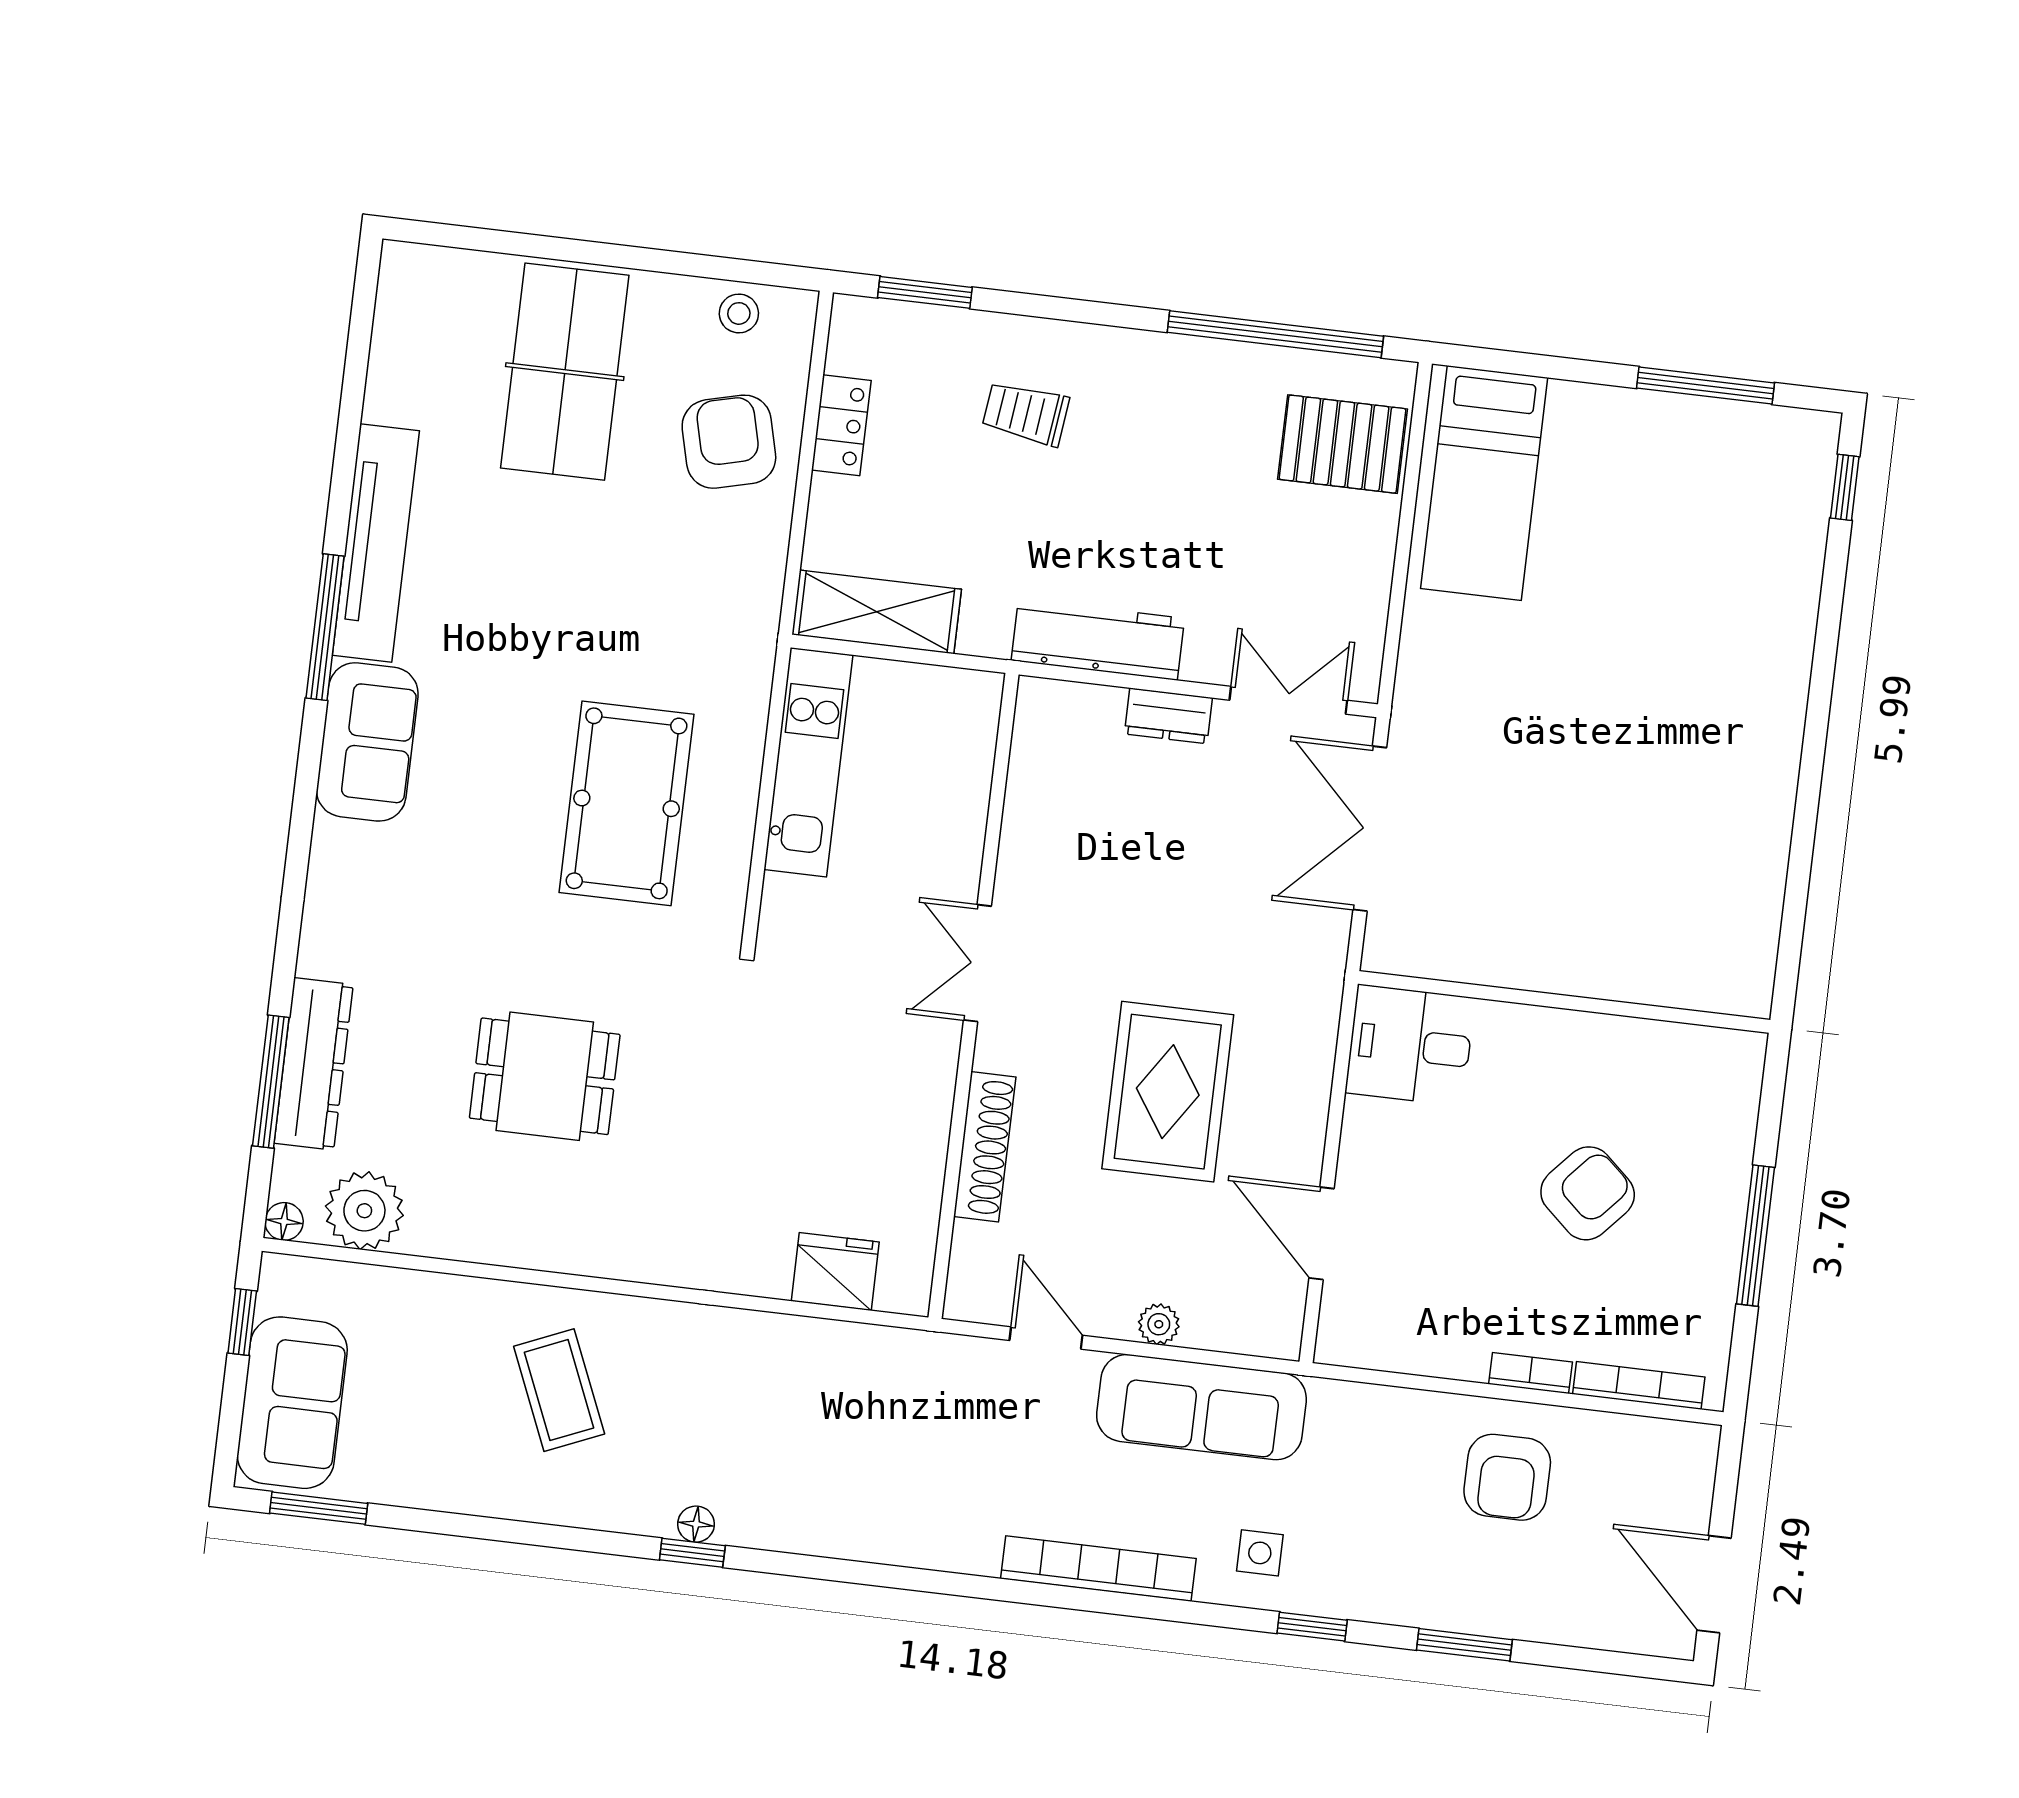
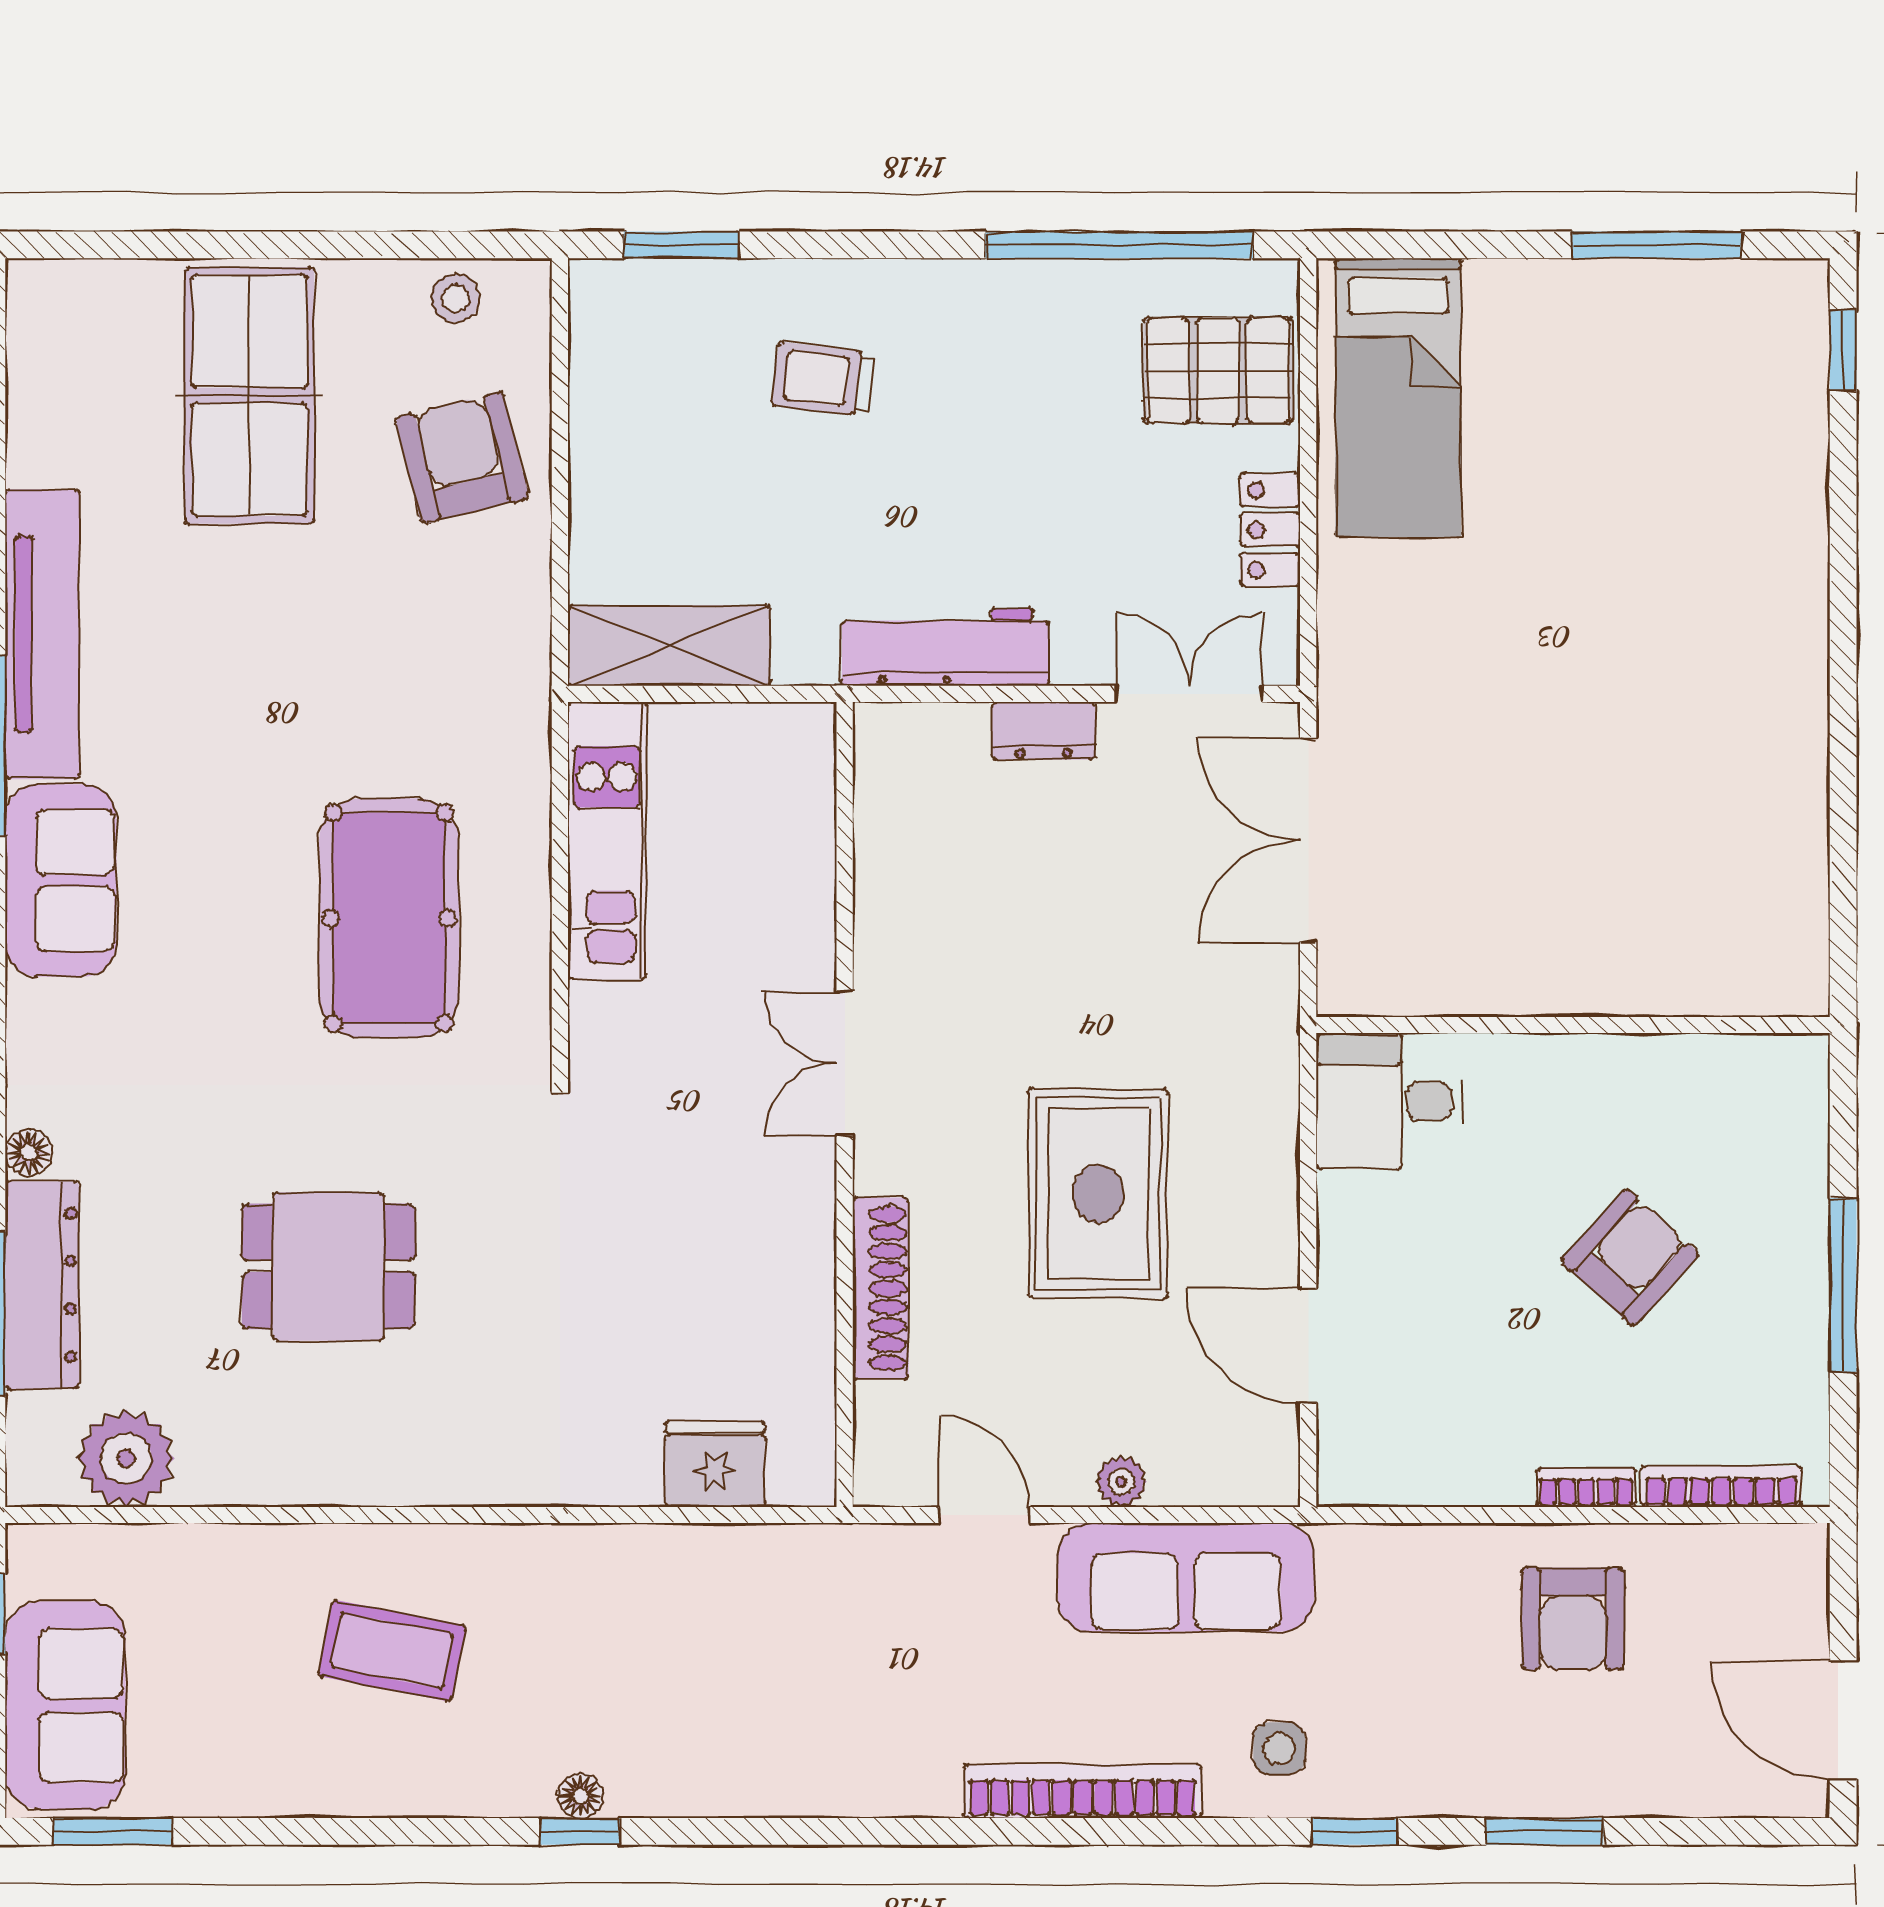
locker: (841, 425) -> (1270, 530), moved, turned 180
floor lamp: (284, 1221) -> (29, 1152), moved
coffee table: (559, 1390) -> (392, 1651), turned -56

